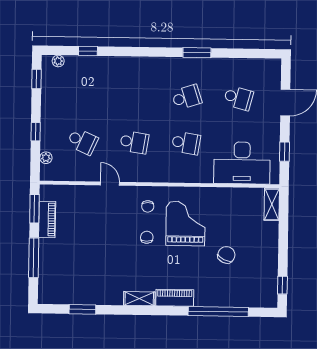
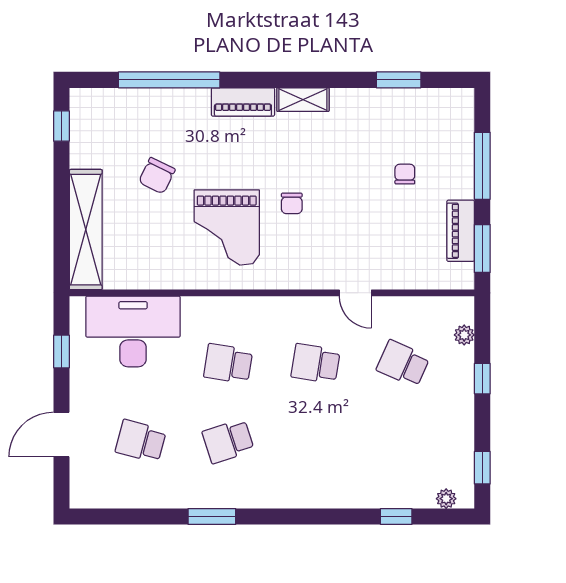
shelving: (272, 204) -> (86, 230), width x2.20, depth x1.33
chair: (148, 206) -> (405, 174), moved

